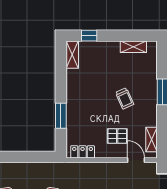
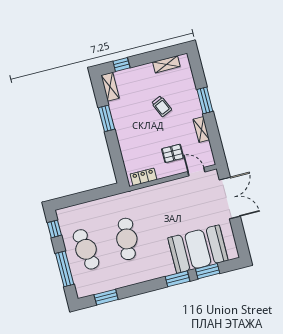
trolley: (125, 98) -> (162, 106), moved
window: (61, 116) -> (106, 118), moved
shelving: (151, 140) -> (201, 130), moved

